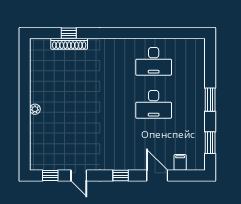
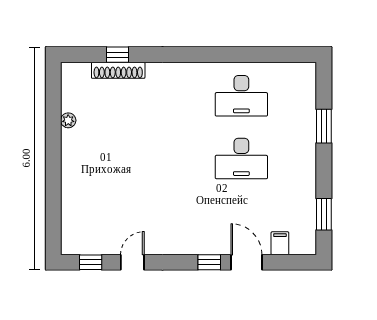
window: (210, 100) -> (324, 126), moved
plant: (35, 109) -> (68, 120), moved
door: (79, 175) -> (132, 262), swing flipped
window: (121, 175) -> (209, 262), moved

